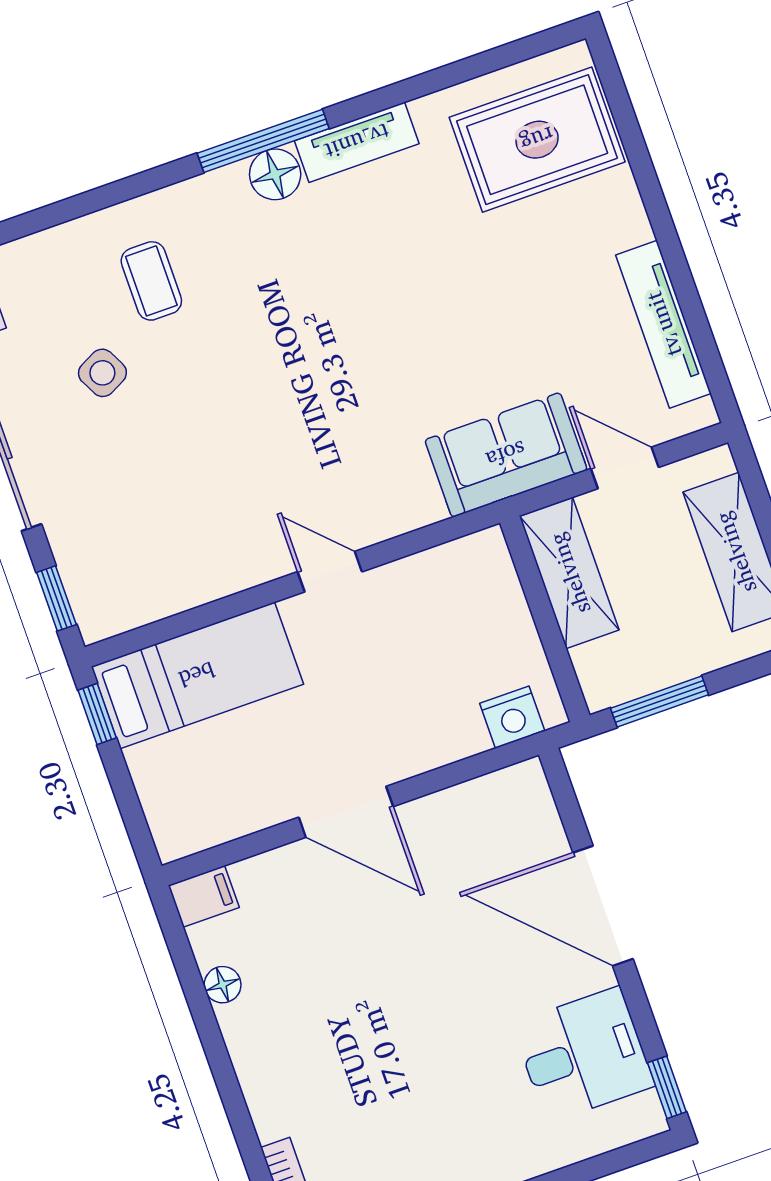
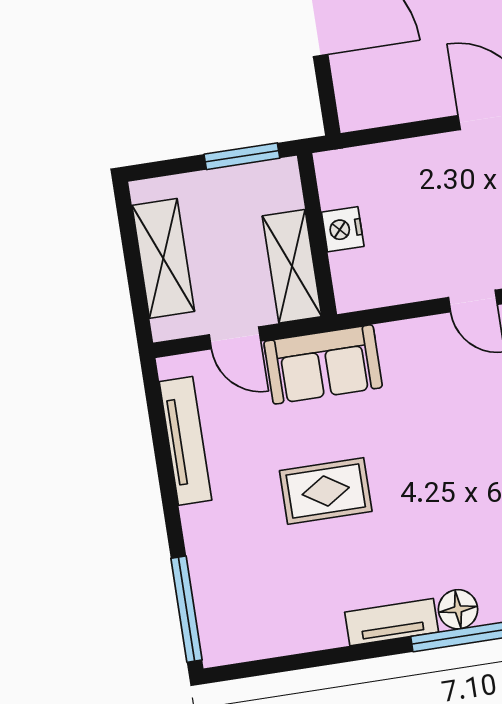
window: (622, 110) -> (187, 609), added
rug: (537, 140) -> (326, 491), moved, width x0.73, depth x0.70
nightstand: (512, 717) -> (343, 229), moved, turned -90

